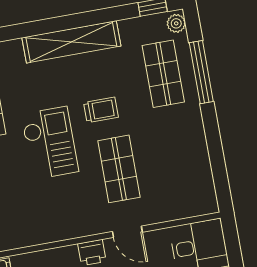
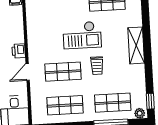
shelving: (71, 42) -> (136, 45), width x0.68
shop shelf: (178, 158) -> (65, 105), added

